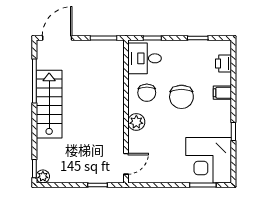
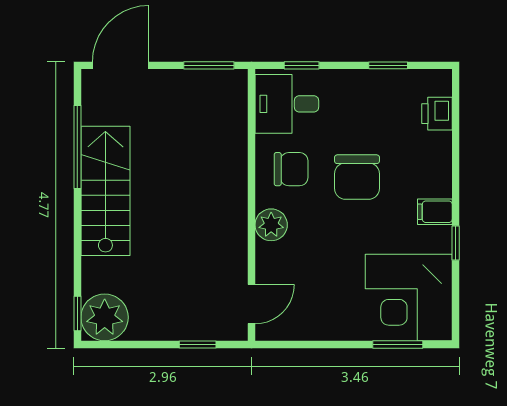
chair: (147, 93) -> (291, 169), turned -90
filing cabinet: (222, 93) -> (435, 212), moved
plant: (43, 176) -> (105, 317), width x1.87, depth x1.87

